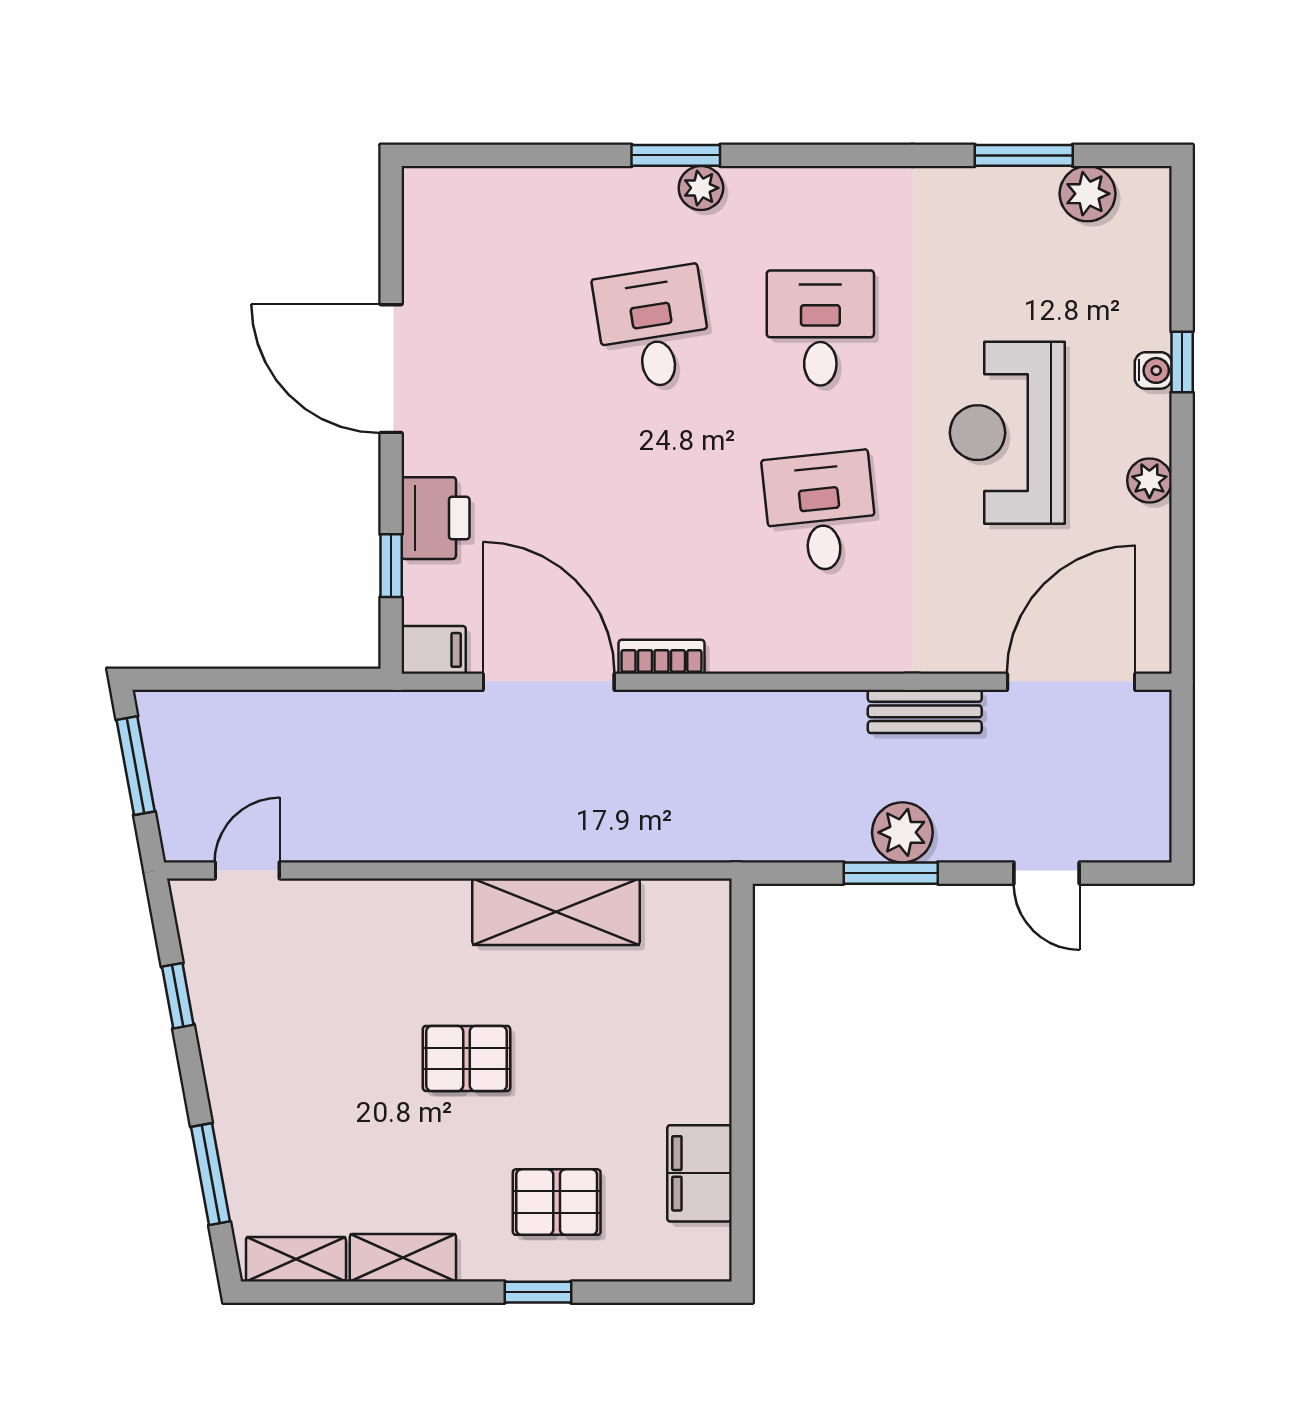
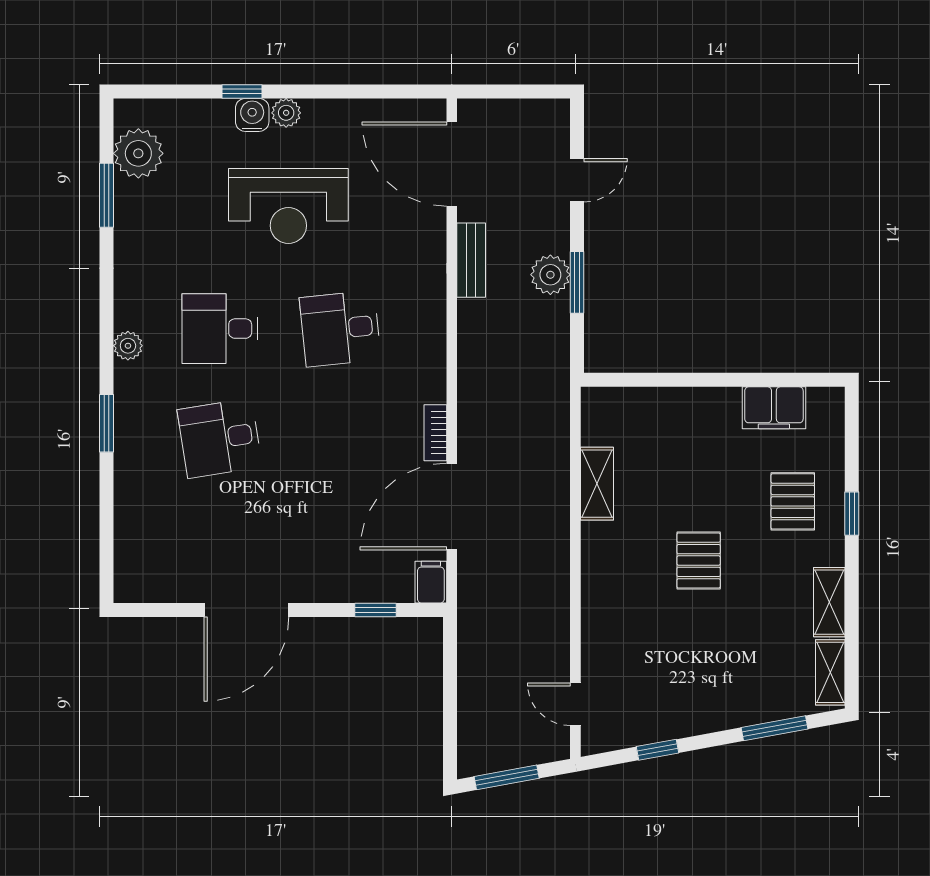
plant: (701, 188) -> (128, 346), moved
plant: (1088, 194) -> (138, 153), width x1.36, depth x1.36
water cooler: (1153, 370) -> (252, 115), width x1.38, depth x1.38
plant: (1149, 480) -> (286, 113), moved
printer: (435, 518) -> (344, 581), removed
shelving: (556, 912) -> (597, 484), width x0.67, depth x0.75

